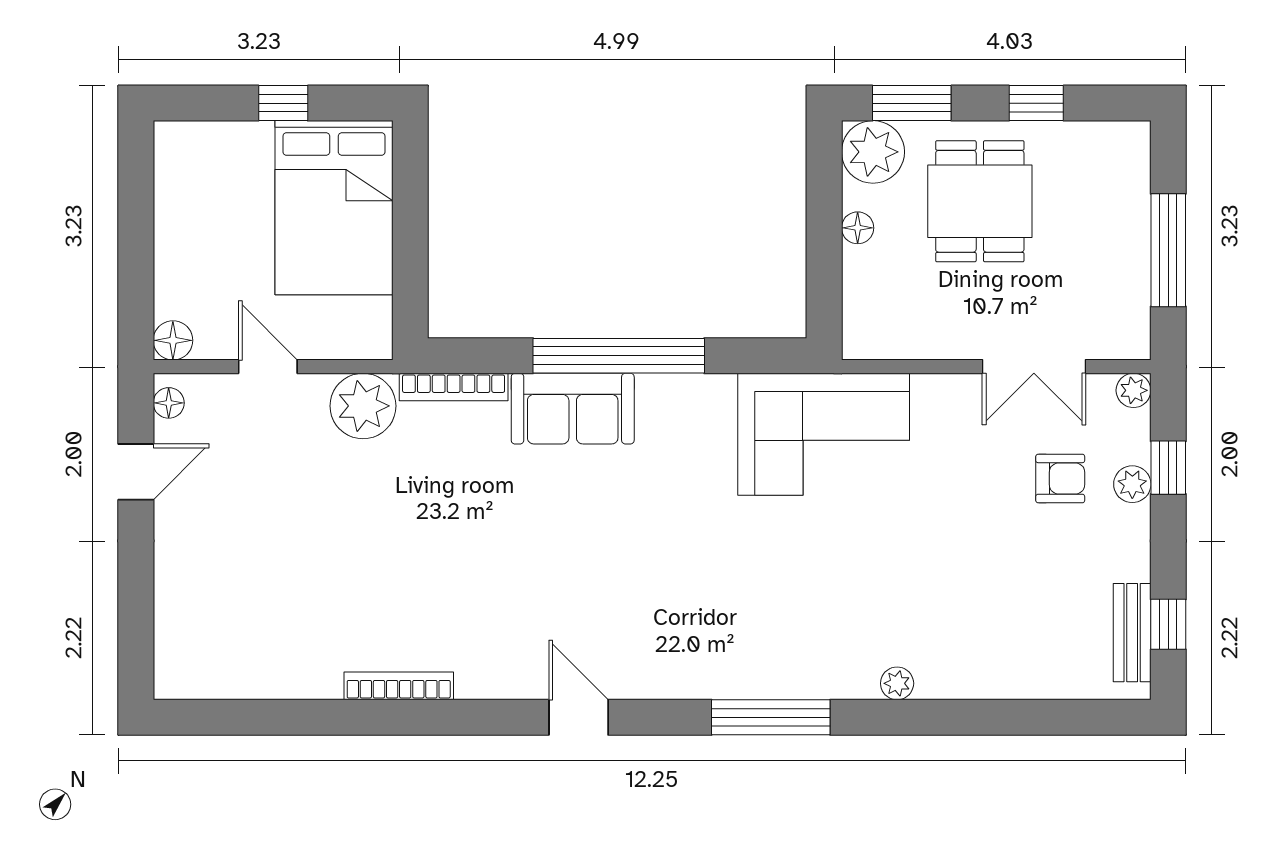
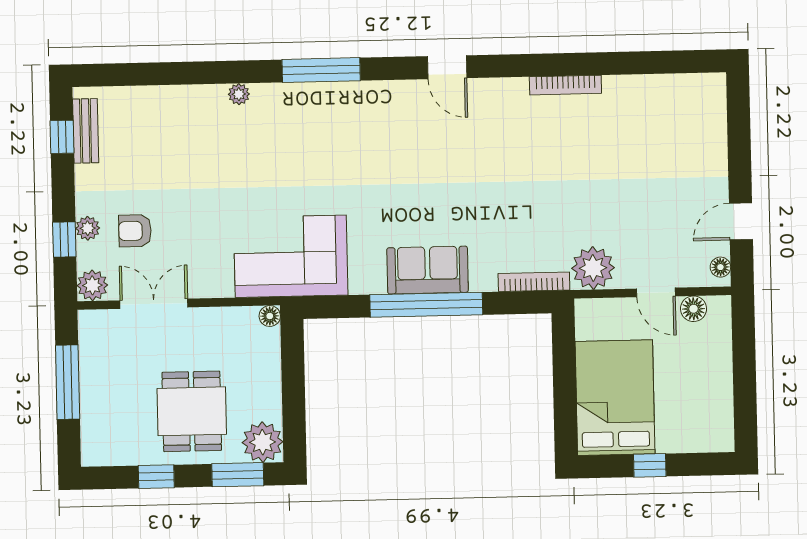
floor lamp: (858, 228) -> (270, 316), moved
floor lamp: (173, 340) -> (694, 309), moved
plant: (1134, 390) -> (92, 285), width x1.38, depth x1.38
sofa: (573, 409) -> (428, 270), moved

